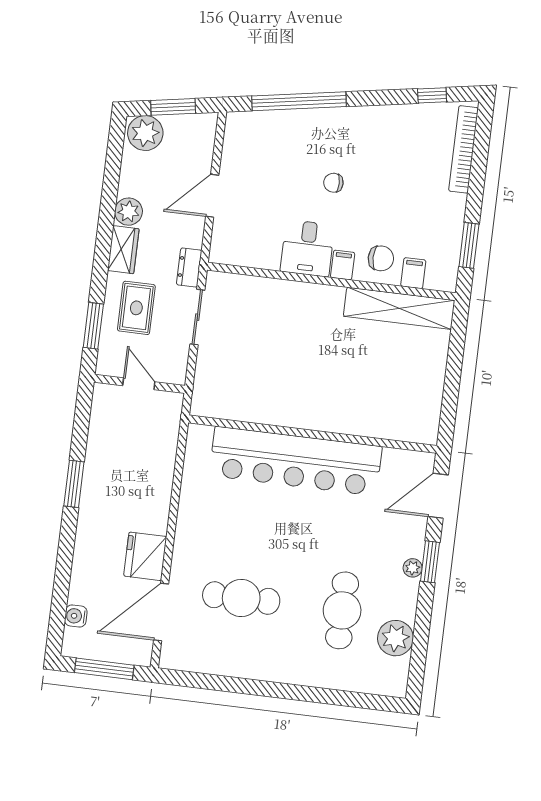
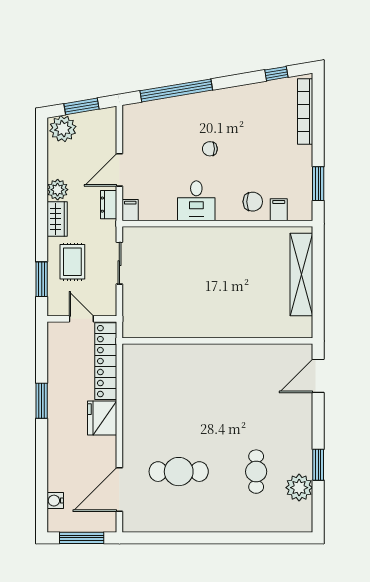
filing cabinet: (343, 265) -> (130, 210), moved
dresser: (189, 267) -> (109, 205), moved
shelving: (399, 308) -> (301, 274), moved, turned 90
locker: (164, 442) -> (106, 361), added
bar counter: (296, 461) -> (207, 363), removed
fridge: (145, 556) -> (102, 418), moved
window: (430, 562) -> (318, 465), moved
plant: (413, 568) -> (306, 433), removed
cafe table: (342, 610) -> (256, 472), width x0.73, depth x0.74

